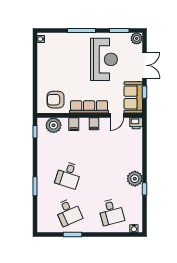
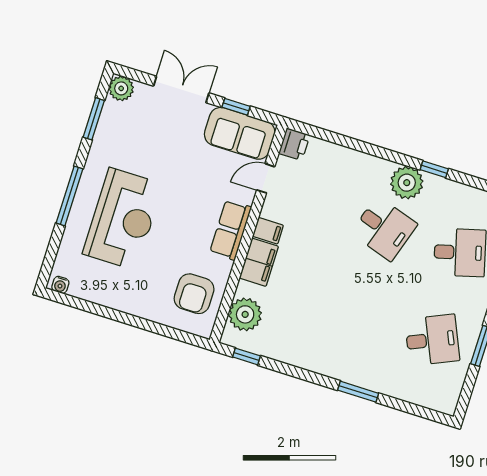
reception desk: (104, 59) -> (123, 219), moved, turned 90
row of seats: (89, 107) -> (231, 230), width x0.68
door: (117, 115) -> (266, 178), swing flipped
filing cabinet: (74, 124) -> (259, 262), width x2.00
desk: (68, 175) -> (384, 229), moved

